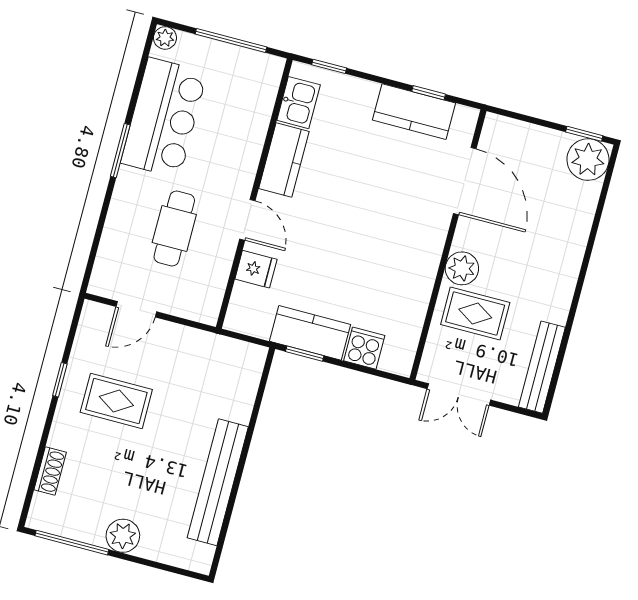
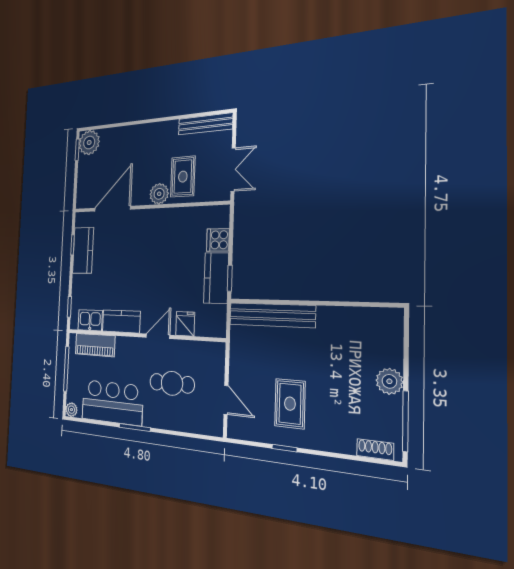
piano: (258, 104) -> (95, 345), added
shoe rack: (50, 471) -> (375, 449), moved
bench: (218, 482) -> (272, 315), moved

